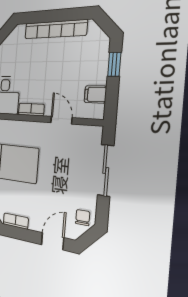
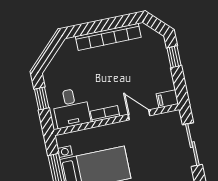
filing cabinet: (95, 94) -> (167, 99), moved

